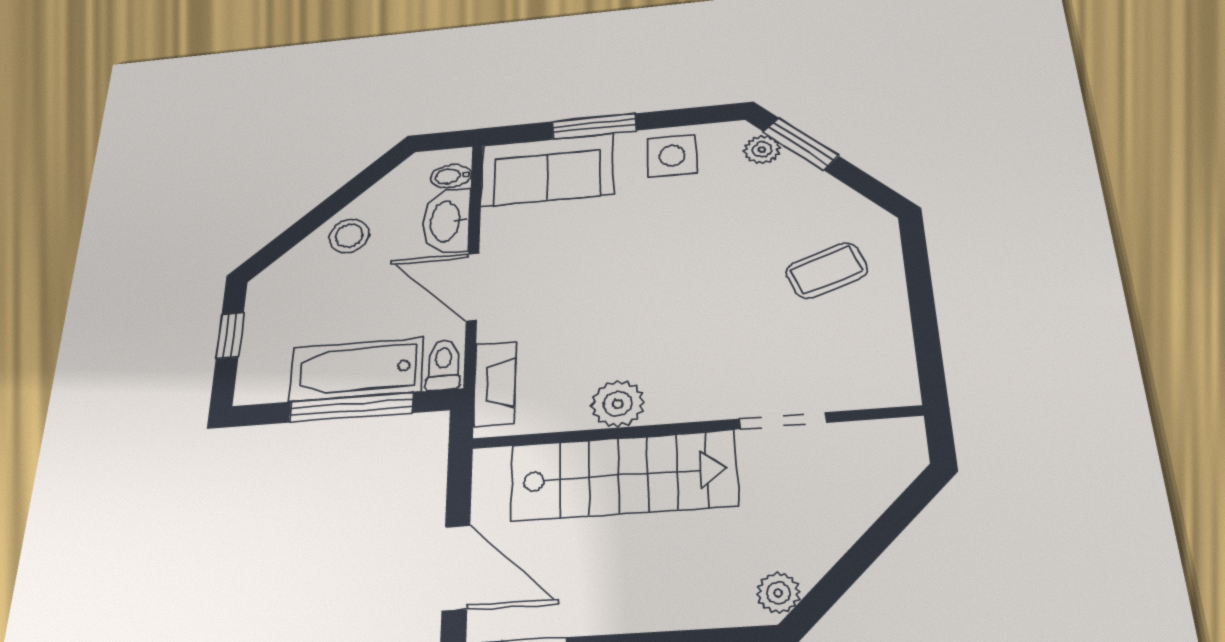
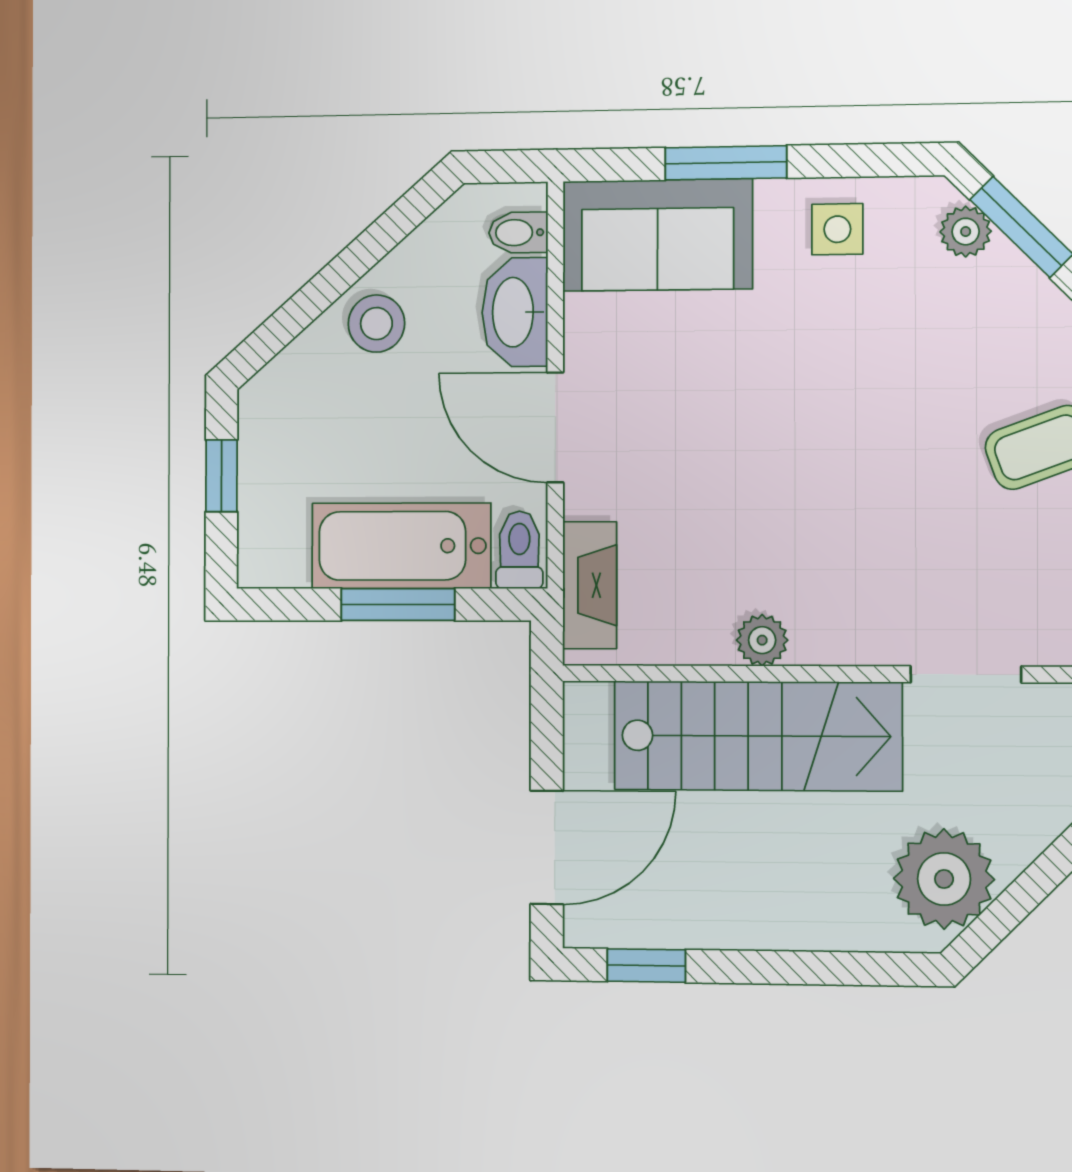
side table: (672, 156) -> (837, 229), width x0.73, depth x0.73
plant: (618, 404) -> (762, 640), width x0.73, depth x0.73
window: (351, 407) -> (398, 605), width x0.69
door: (456, 568) -> (547, 847), hinge flipped
plant: (778, 593) -> (944, 879), width x1.87, depth x1.87

